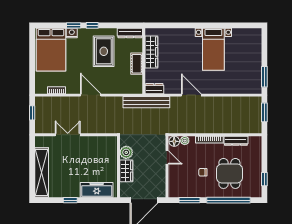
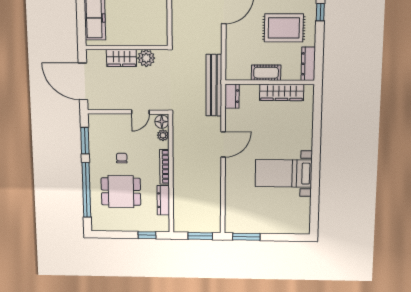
window: (264, 179) -> (147, 235), moved

